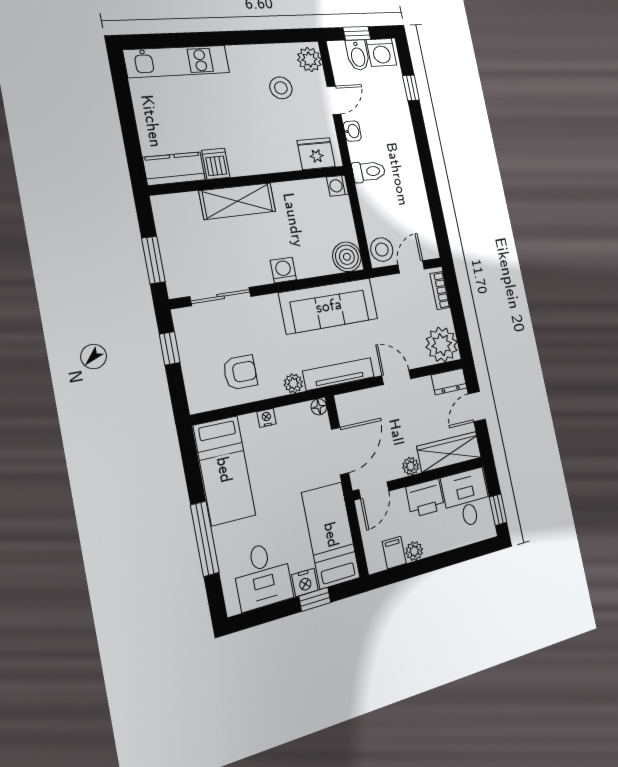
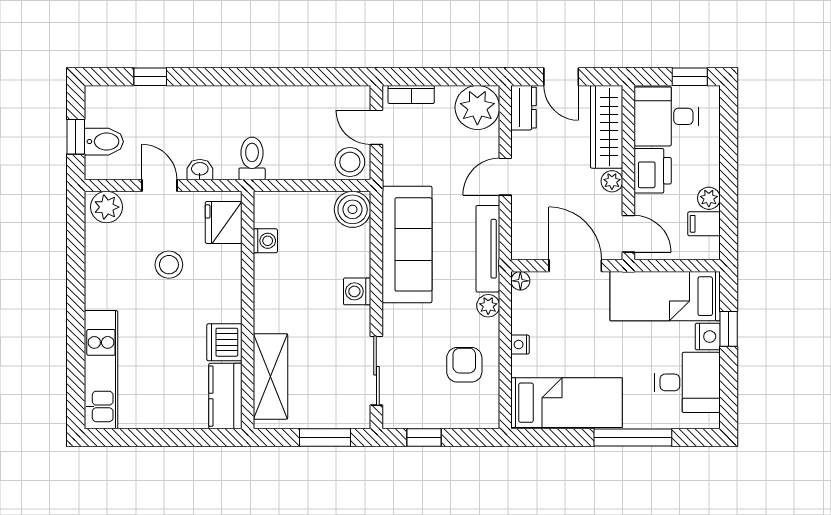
washing machine: (381, 52) -> (102, 108), removed
stool: (281, 88) -> (169, 265), moved
dishwasher: (216, 164) -> (224, 342), width x1.38
washing machine: (337, 186) -> (265, 241), moved, turned -90
shelving: (238, 201) -> (270, 376), moved

